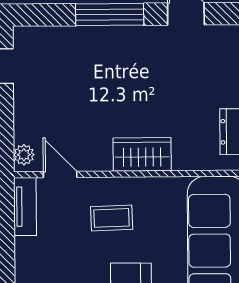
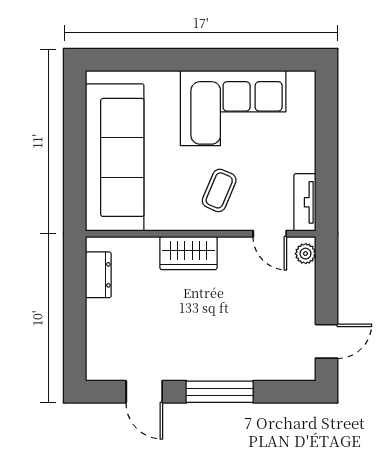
coffee table: (112, 218) -> (219, 190), turned -65

